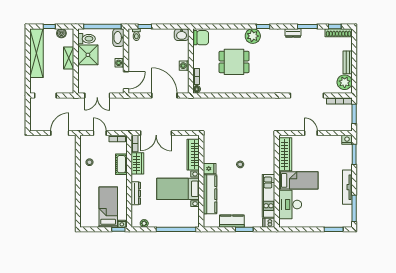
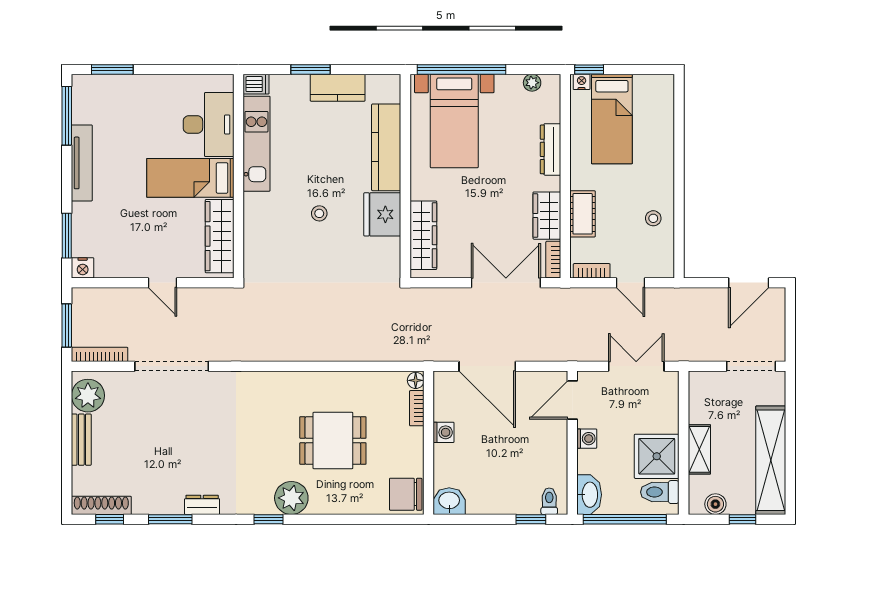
door: (60, 133) -> (749, 283), moved
fridge: (210, 169) -> (382, 214), width x1.88, depth x1.34
bed with nightstands: (178, 189) -> (454, 121), moved, turned 90

